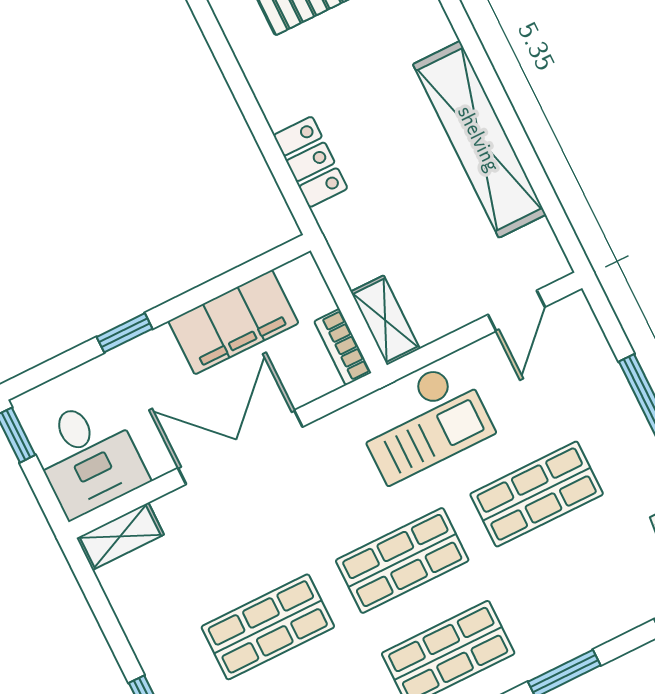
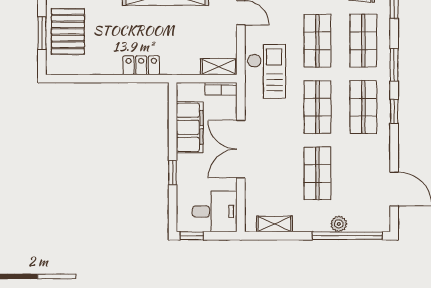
shelving: (120, 536) -> (274, 224), moved, turned 90
shop shelf: (583, 587) -> (363, 41), added

